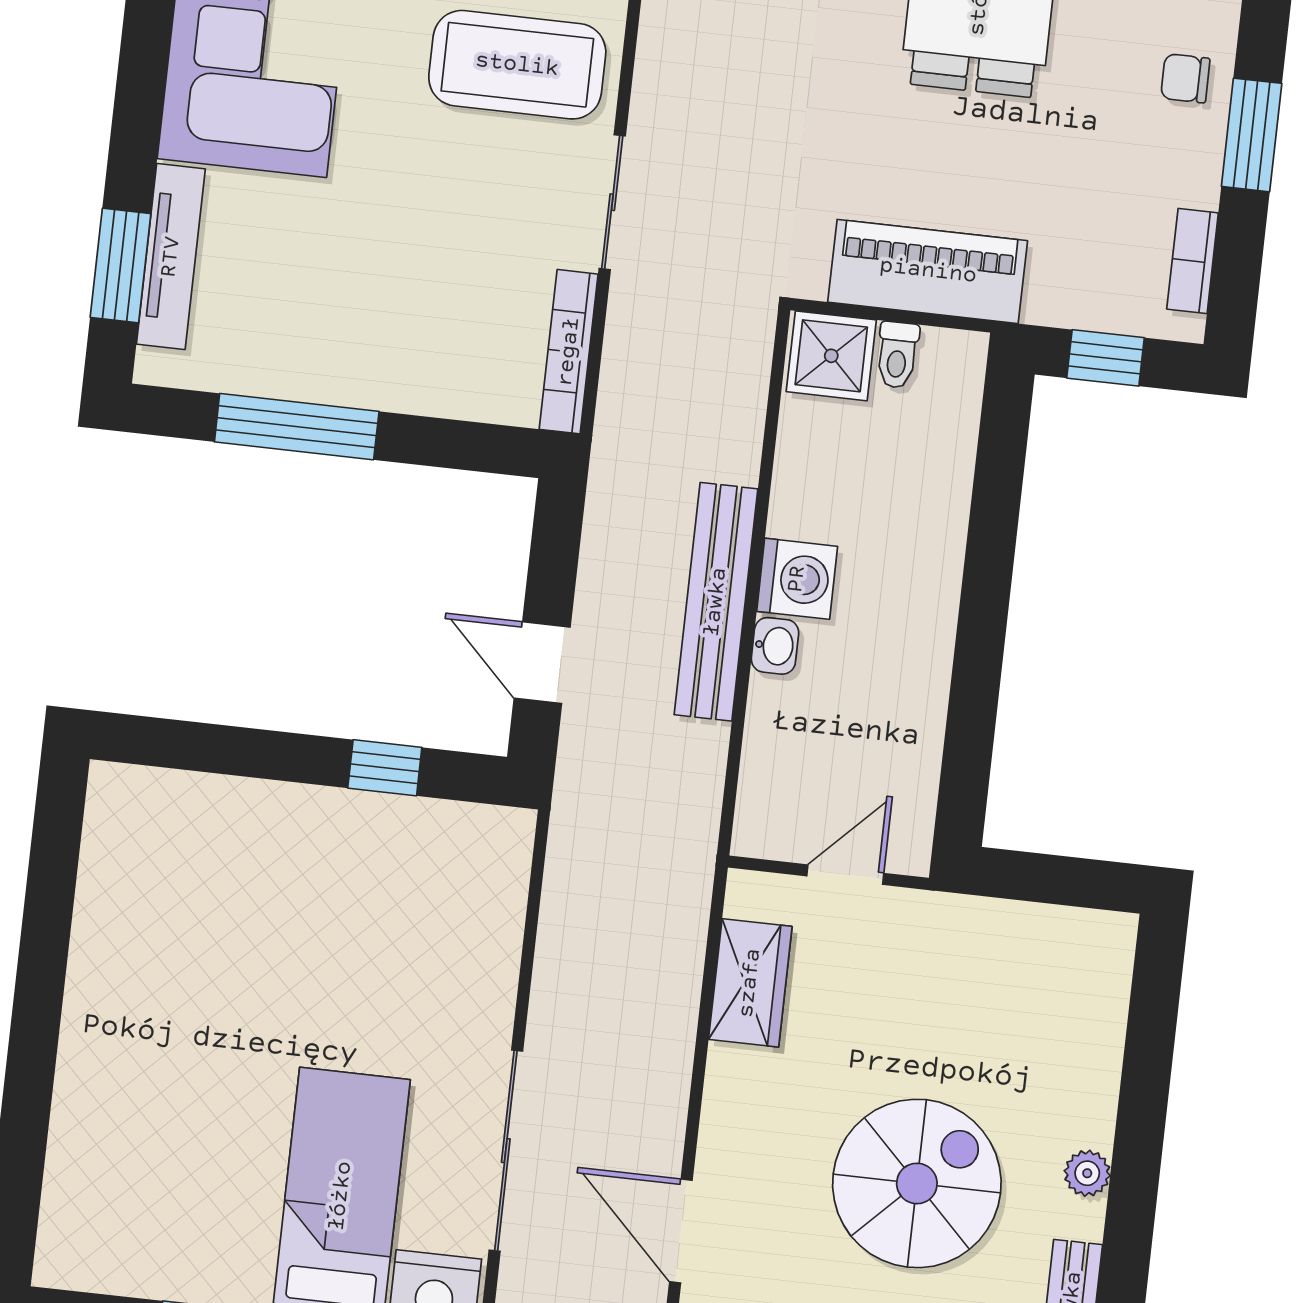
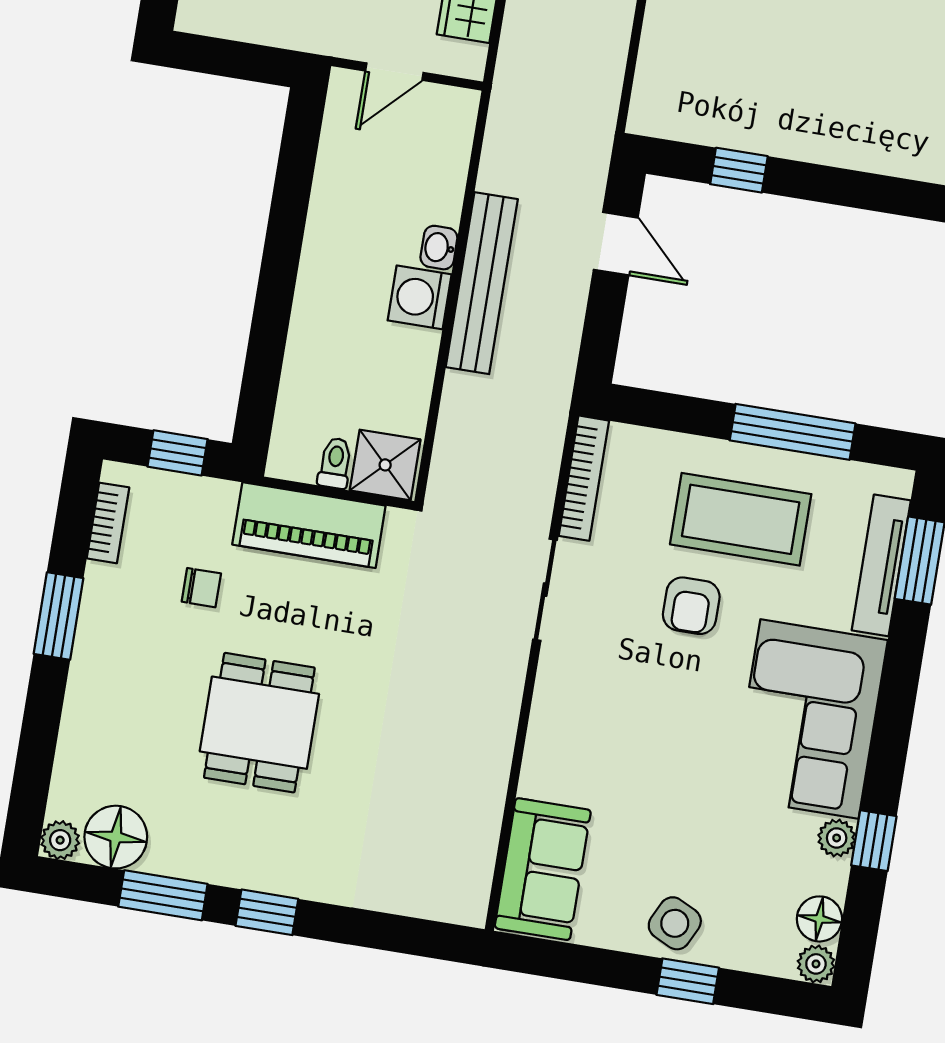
coffee table: (517, 65) -> (741, 519), moved
chair: (1185, 78) -> (201, 588), moved
armchair: (419, 191) -> (691, 606), added

